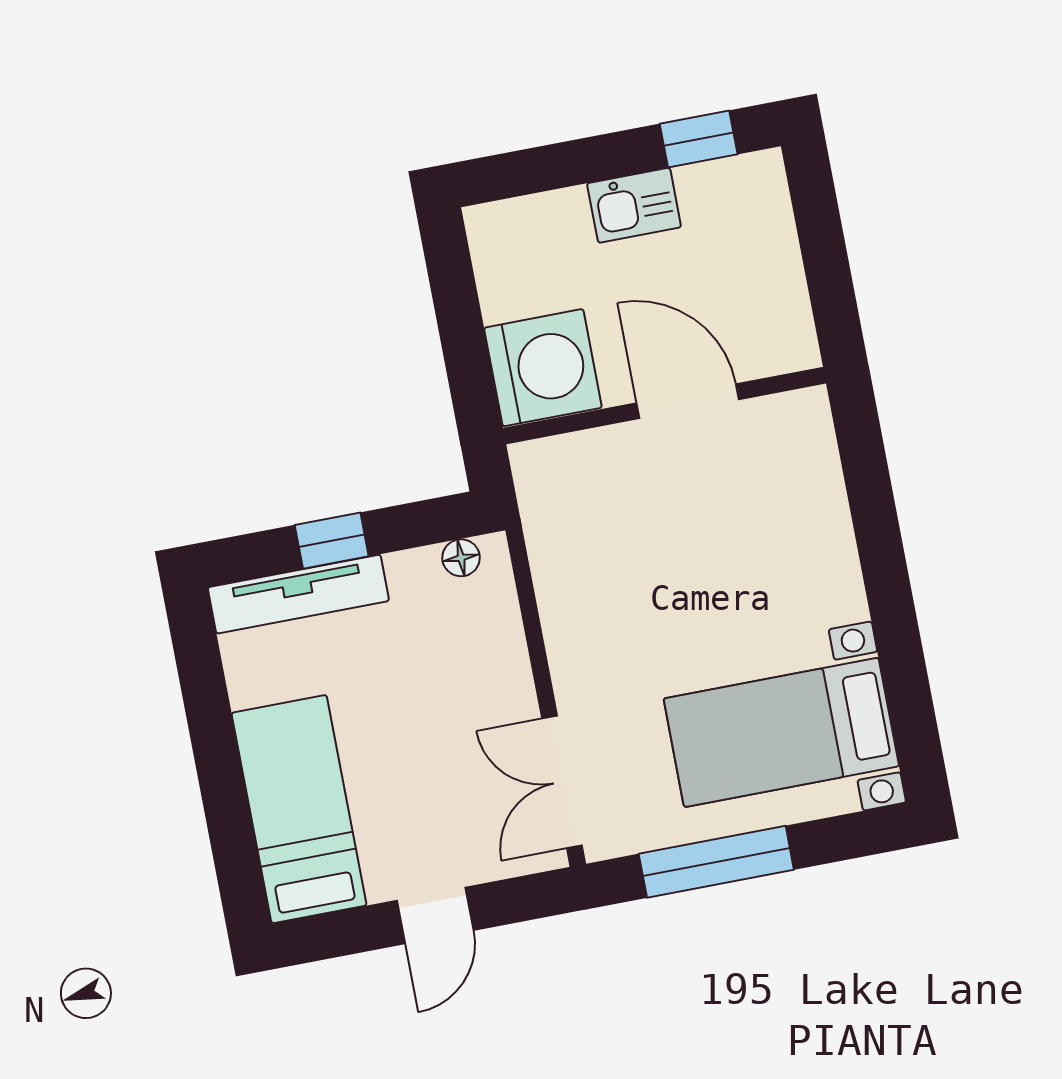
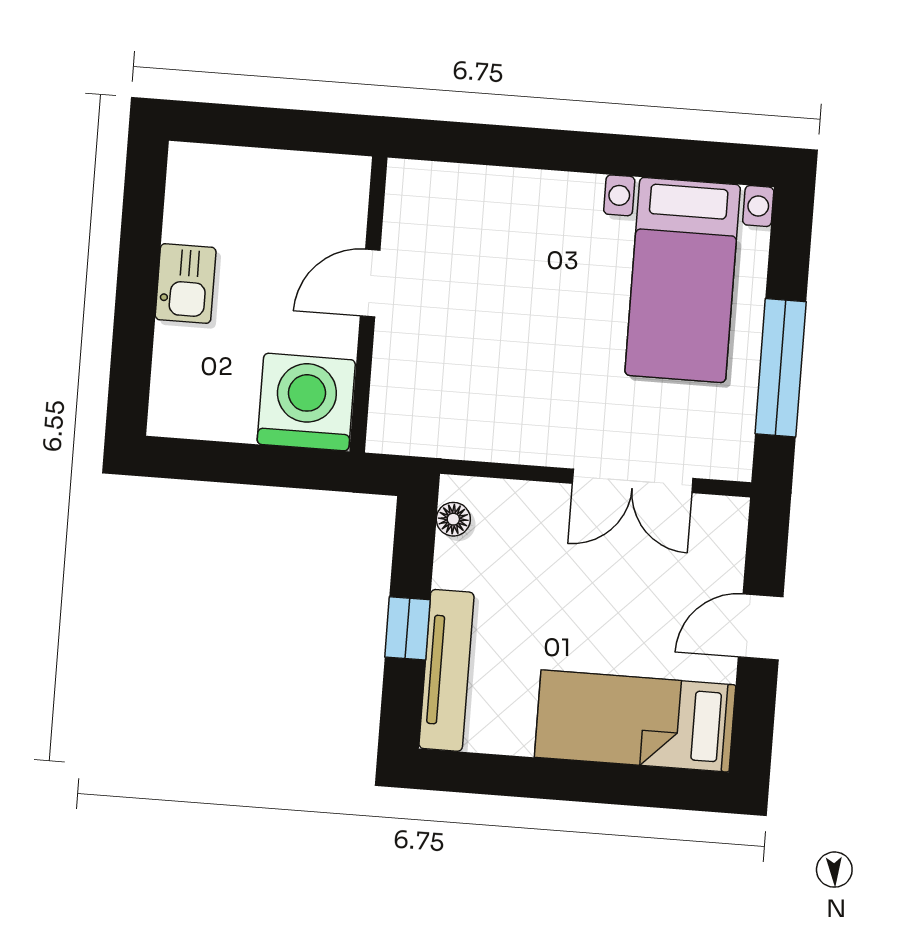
window: (699, 139) -> (143, 211), removed
door: (688, 401) -> (370, 283), width x0.73
double door: (562, 782) -> (633, 481), moved
door: (435, 915) -> (761, 627), swing flipped

